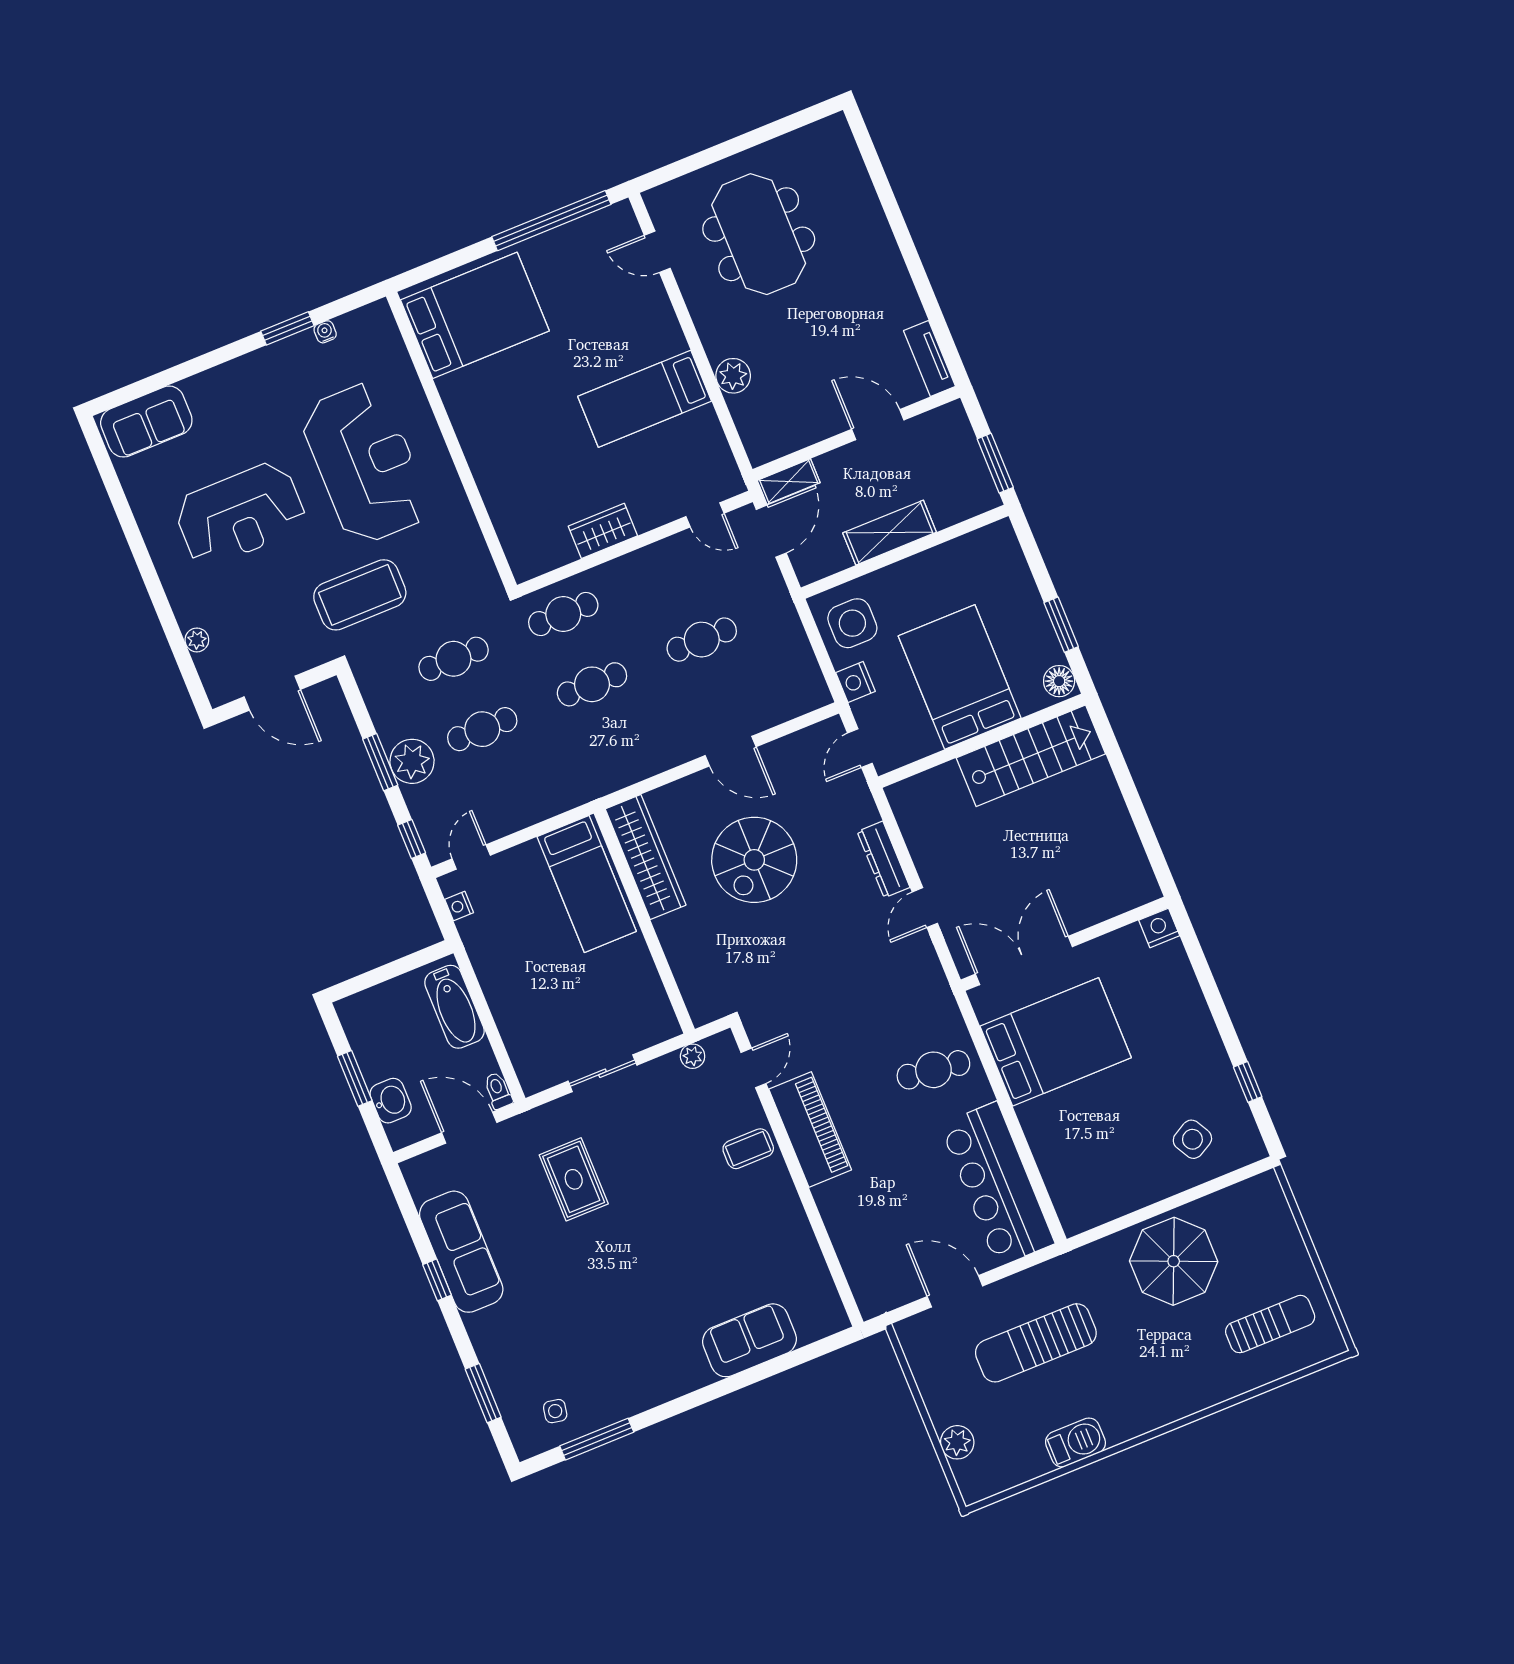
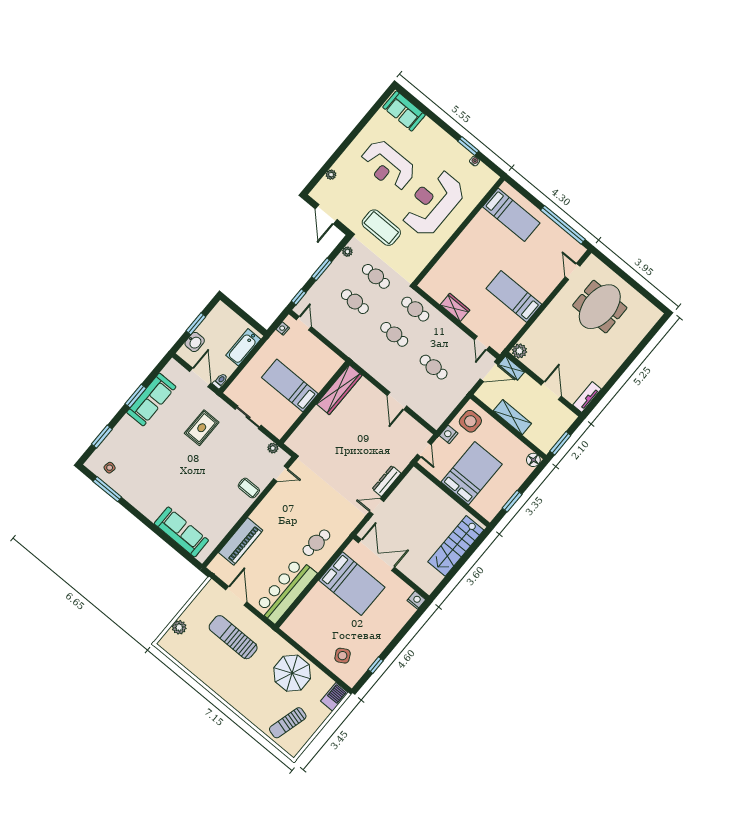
bed: (475, 315) -> (511, 215), width x0.67
plant: (733, 376) -> (519, 351), moved
reception desk: (365, 463) -> (433, 203), turned 180
floor lamp: (1059, 681) -> (533, 460), moved
door: (860, 748) -> (424, 449), swing flipped
stairs: (1031, 756) -> (456, 546), moved, turned 90
plant: (412, 761) -> (347, 252), moved, width x0.53, depth x0.53
door: (471, 857) -> (304, 323), hinge flipped
spiral stairs: (754, 860) -> (360, 432), removed
bed: (587, 884) -> (290, 386), moved, turned 90
cafe table: (933, 1070) -> (316, 543), turned 90
piano: (810, 1129) -> (241, 541), moved
window: (437, 1280) -> (136, 396), width x1.50
sun lounger: (1270, 1324) -> (288, 723), turned 105
sofa: (749, 1340) -> (181, 532), width x1.36
barbecue: (1076, 1442) -> (334, 697), moved, turned -90

